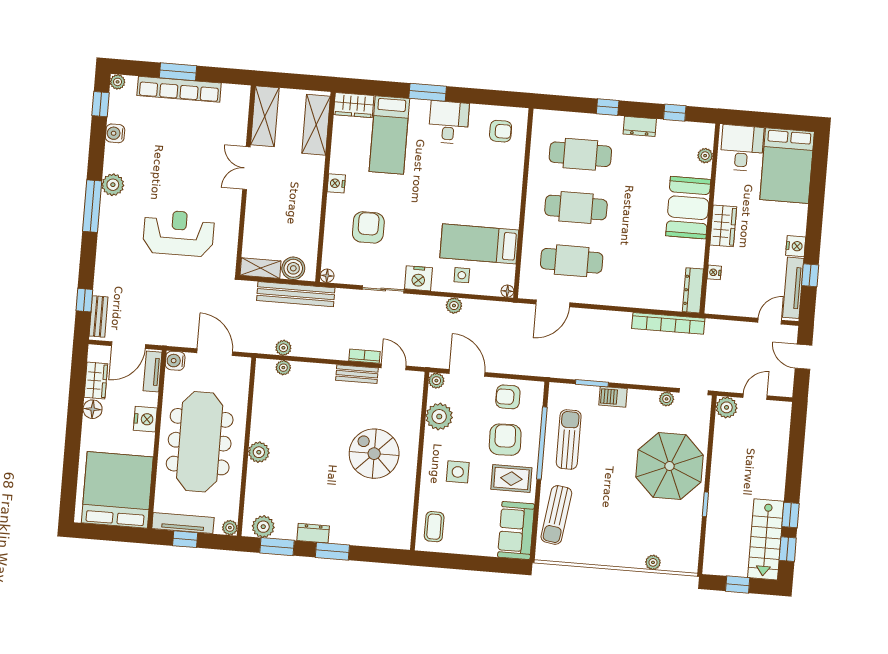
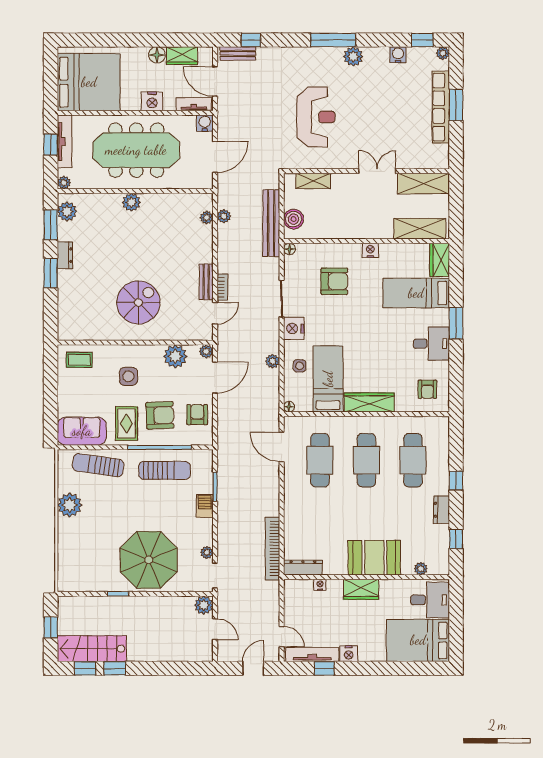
wardrobe: (510, 199) -> (369, 402), added
shelving: (261, 268) -> (313, 181), moved, turned 90
plant: (653, 562) -> (70, 505), moved, width x1.88, depth x1.88

